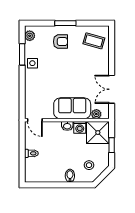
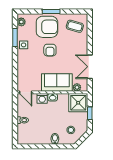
armchair: (60, 42) -> (47, 27), width x1.88, depth x1.88
armchair: (64, 69) -> (50, 50), added
washing machine: (80, 127) -> (42, 98), moved

